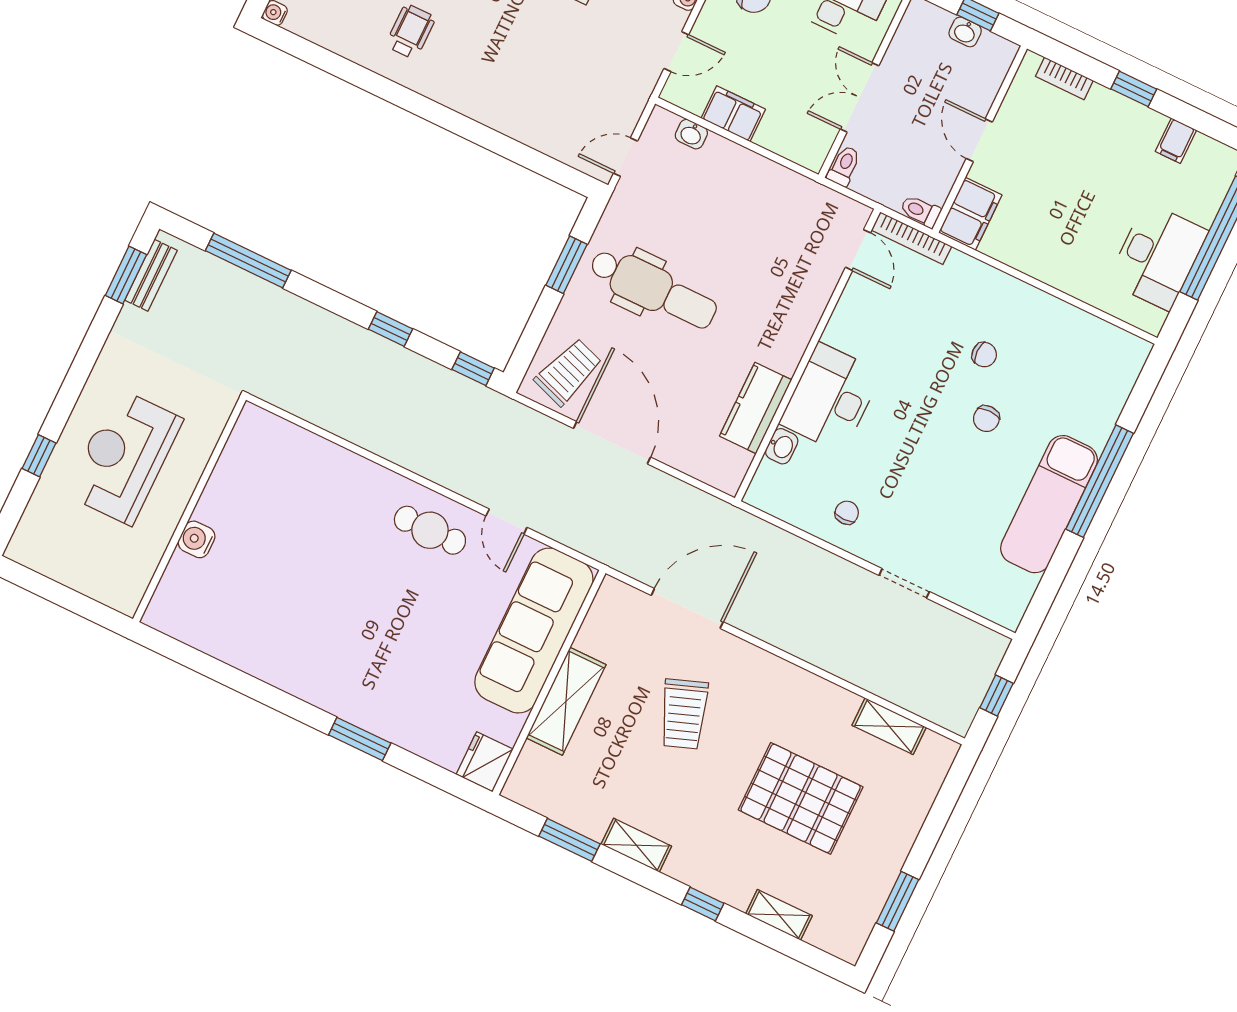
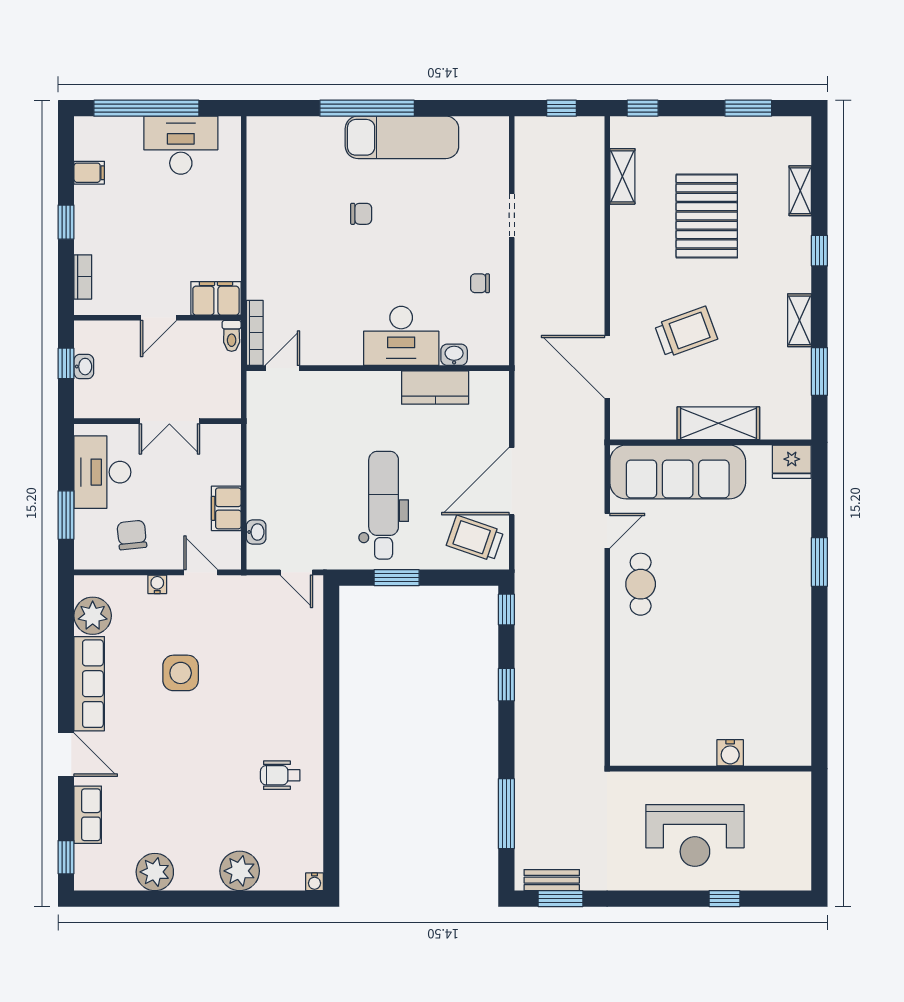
toilet: (844, 166) -> (225, 408), removed
chair: (984, 355) -> (315, 238), removed
window: (954, 785) -> (643, 108), added

